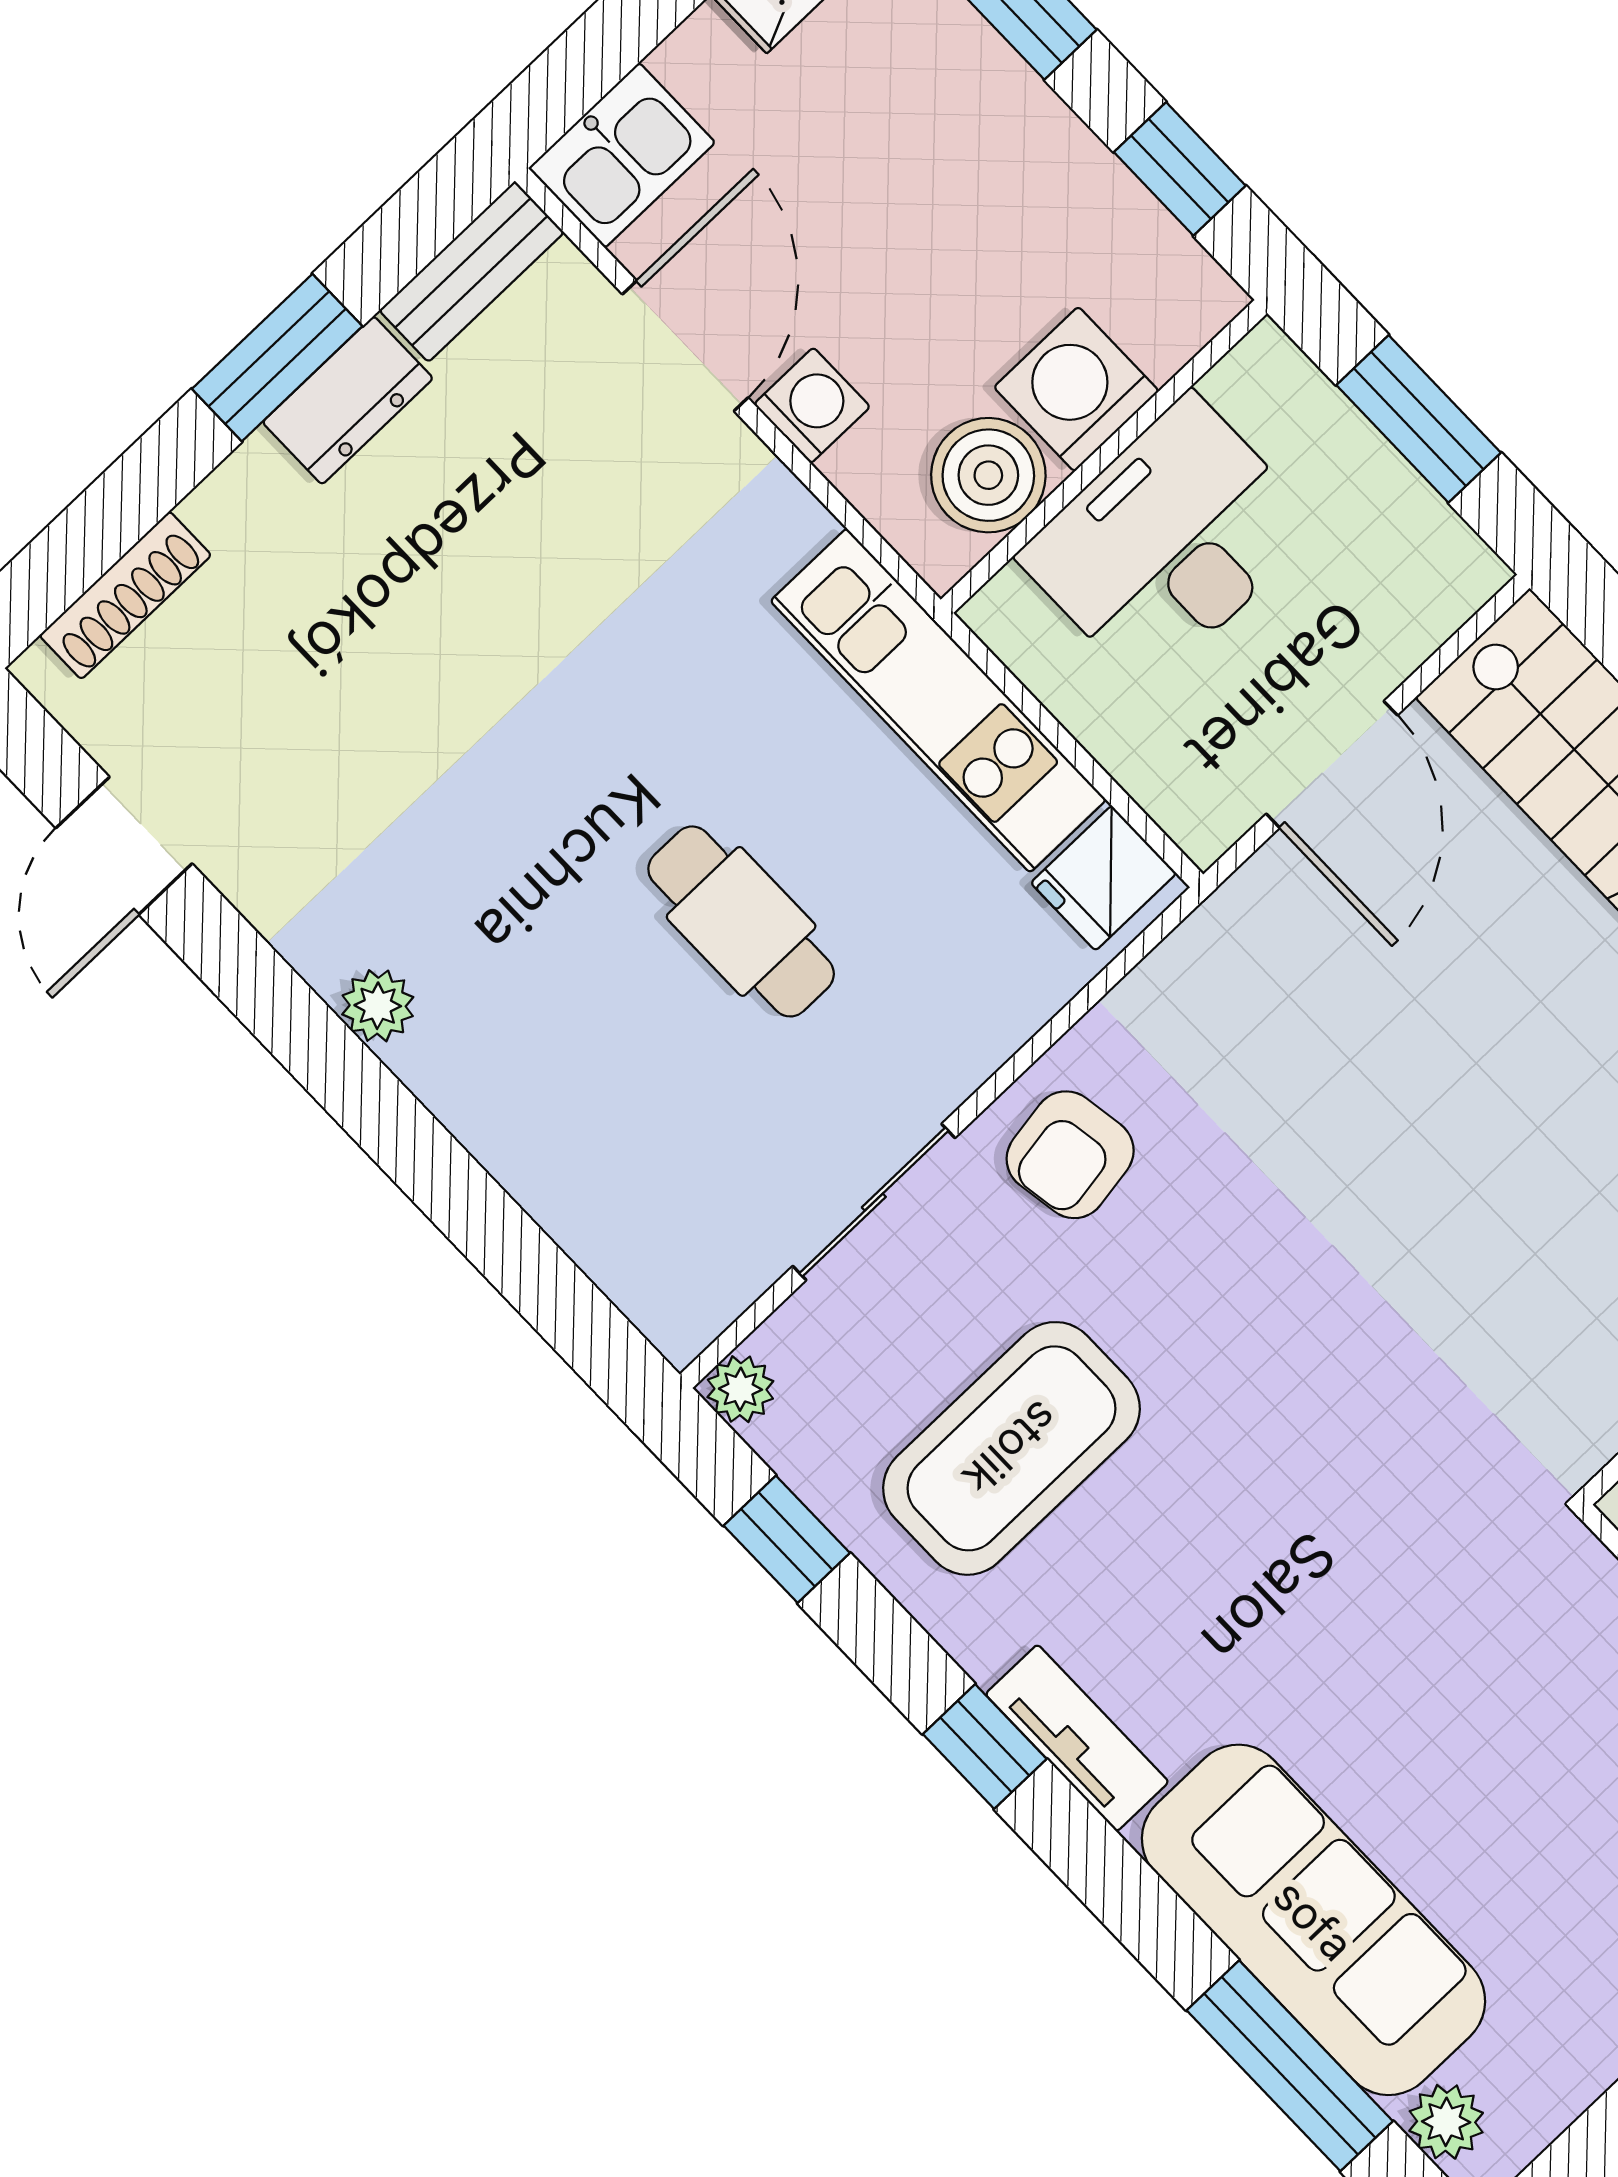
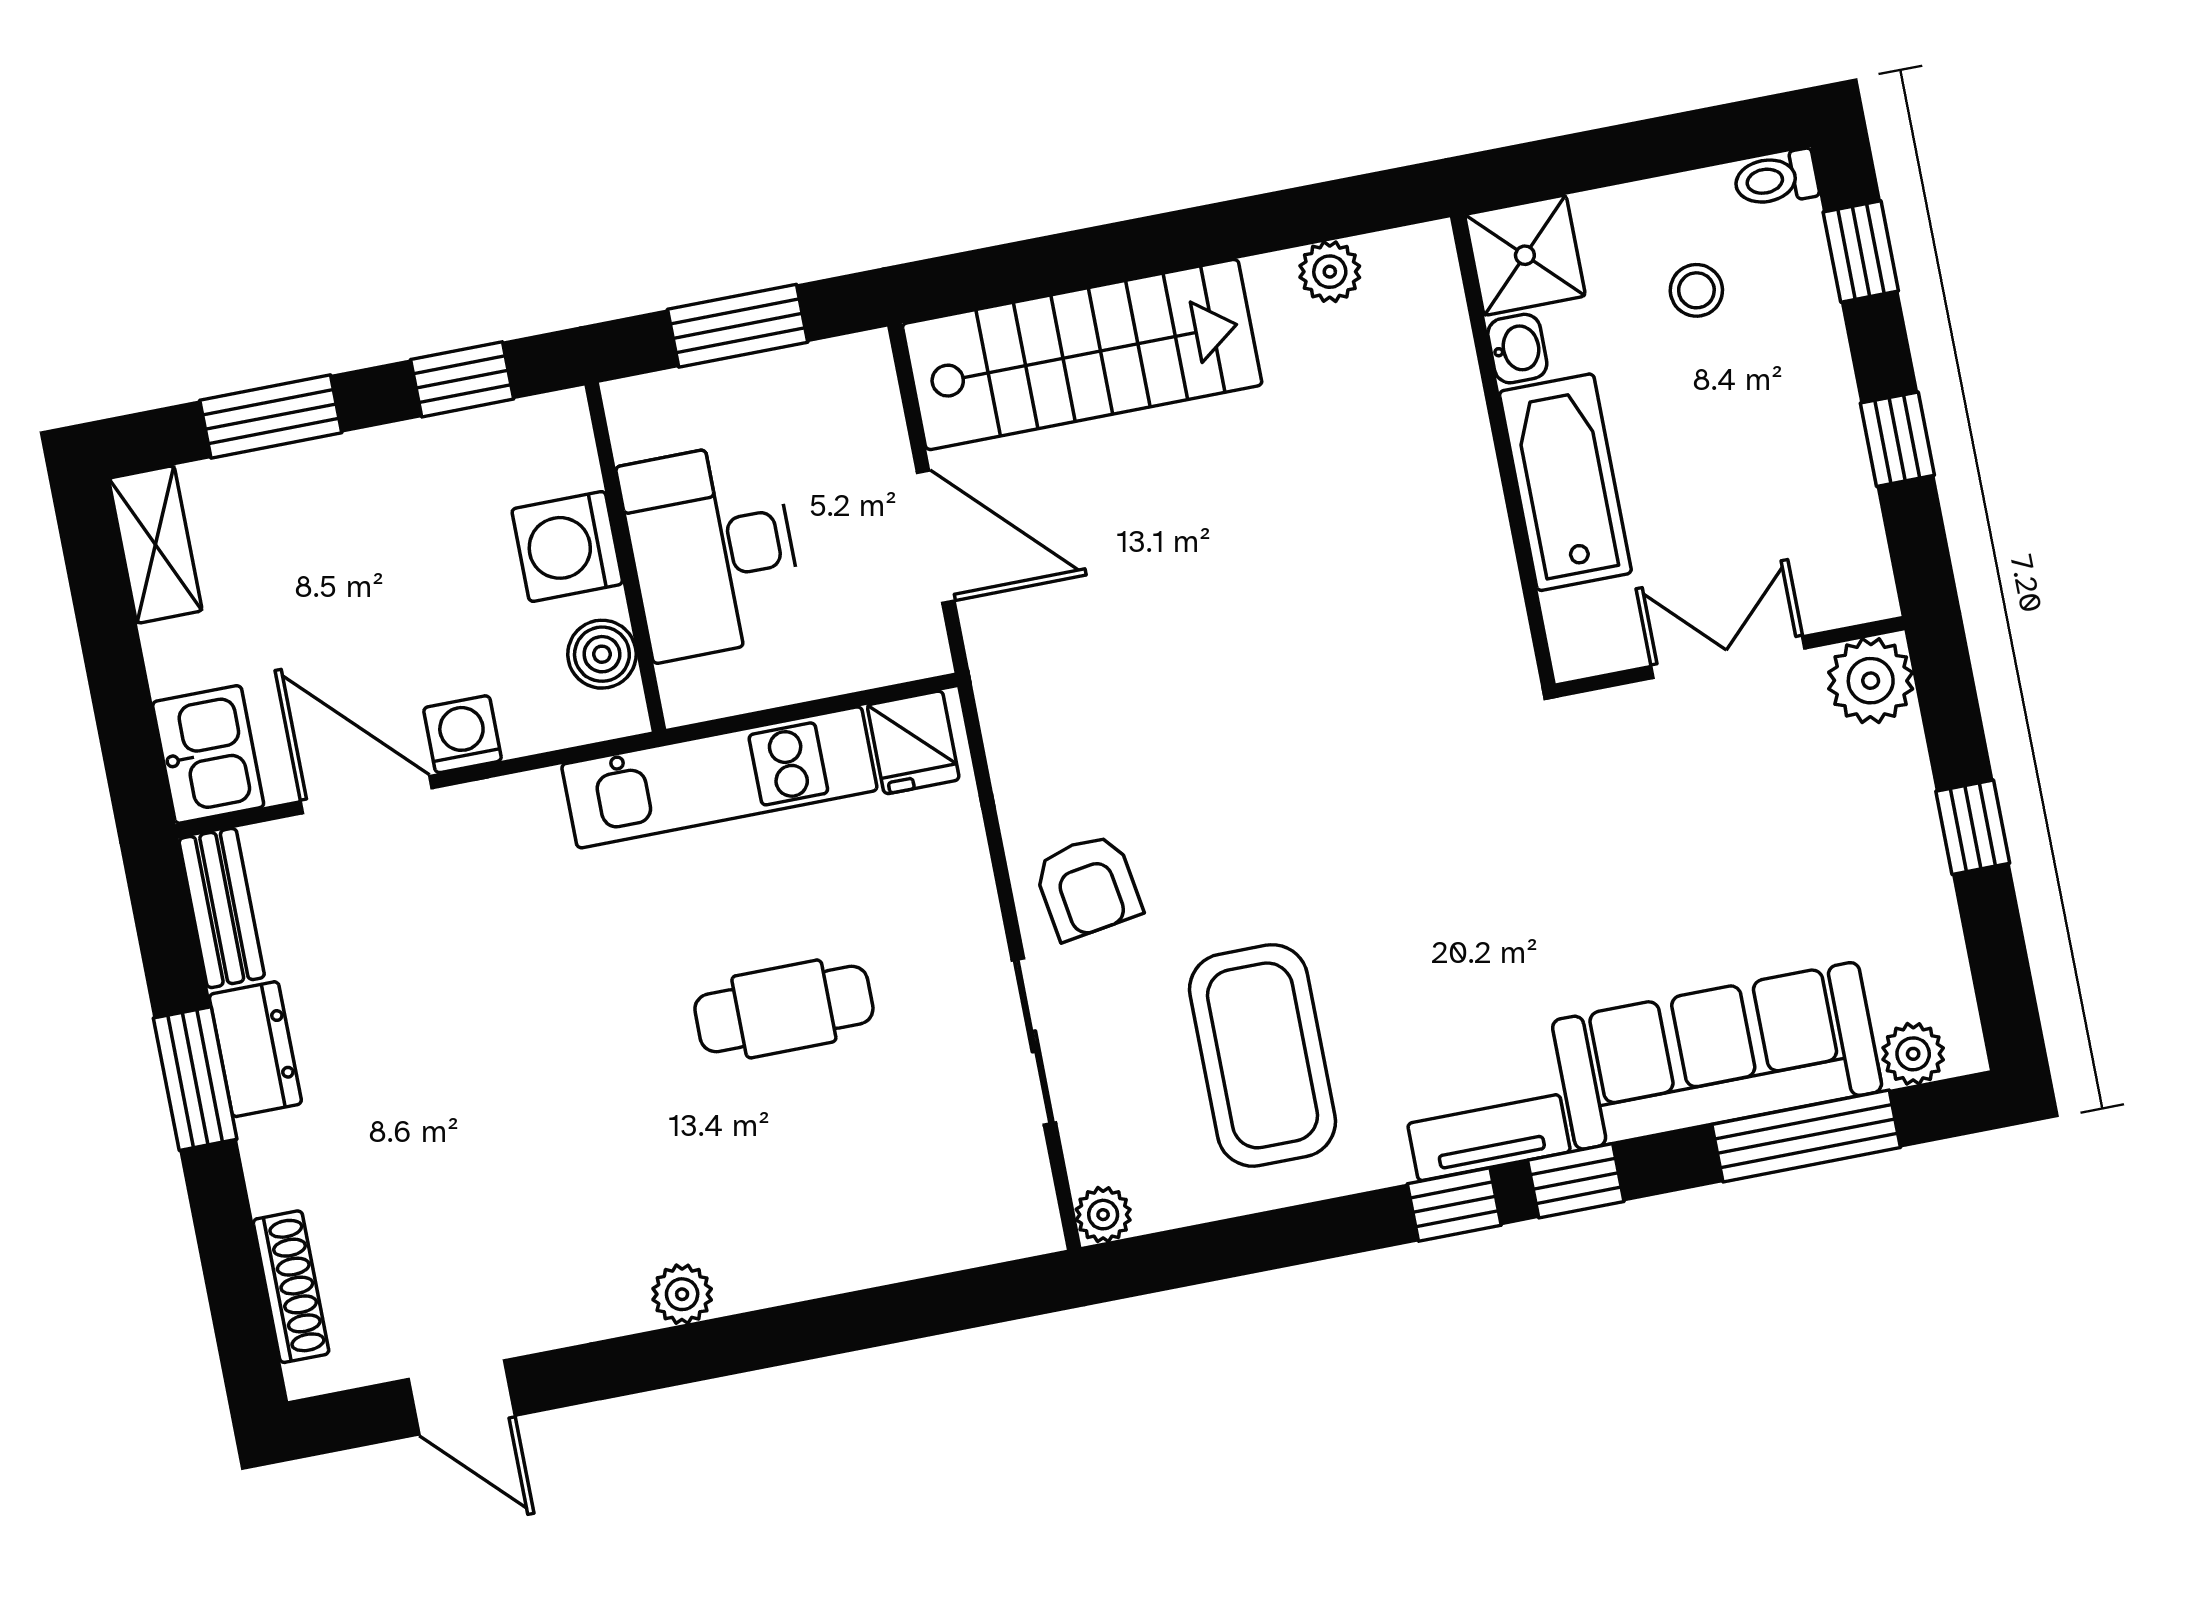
boiler: (988, 475) -> (602, 654), width x0.73, depth x0.73
window: (787, 1539) -> (1576, 1181), moved

